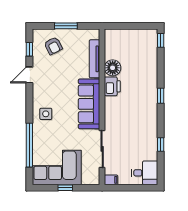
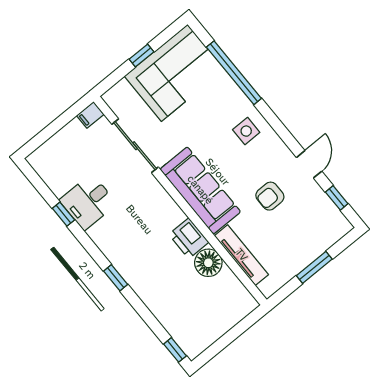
armchair: (53, 46) -> (270, 196), moved, turned -63
desk: (145, 173) -> (88, 202), moved

